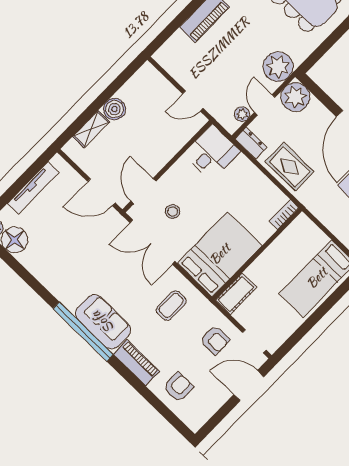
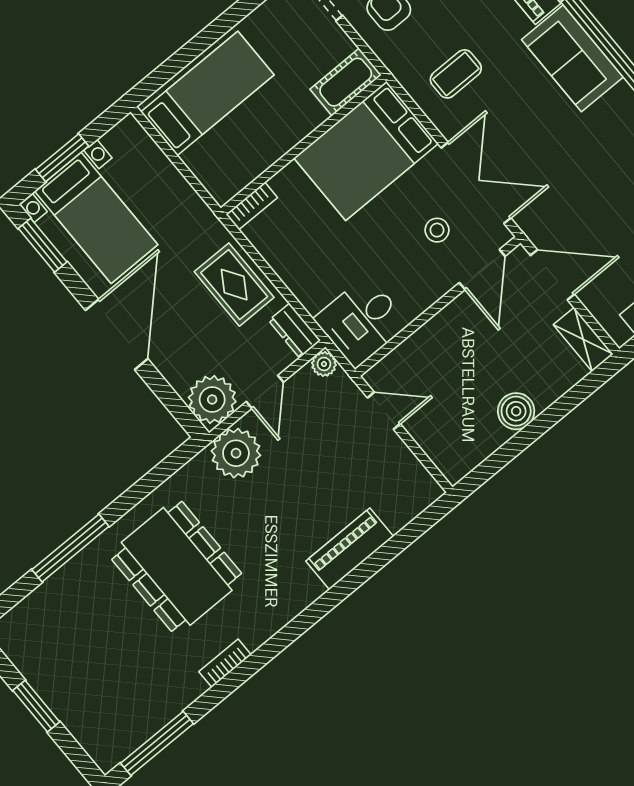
plant: (242, 114) -> (324, 364), moved
shelving: (91, 129) -> (583, 339), moved, turned 90

